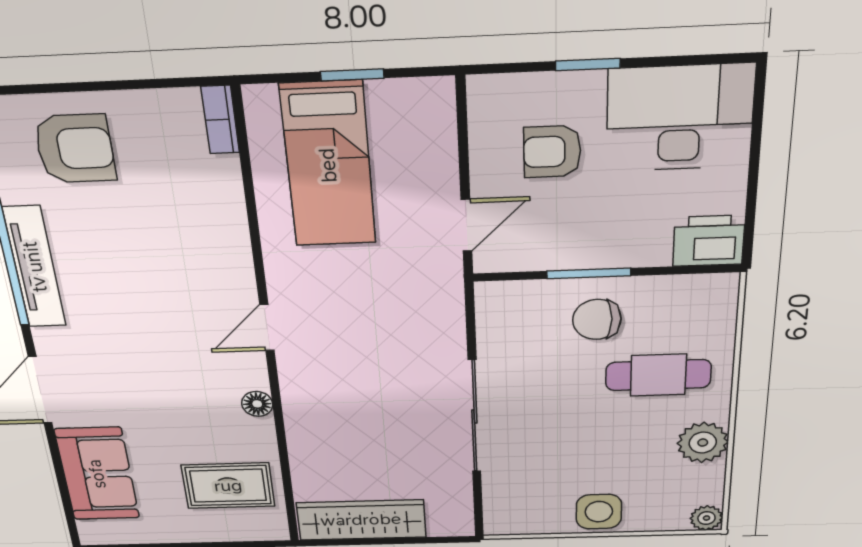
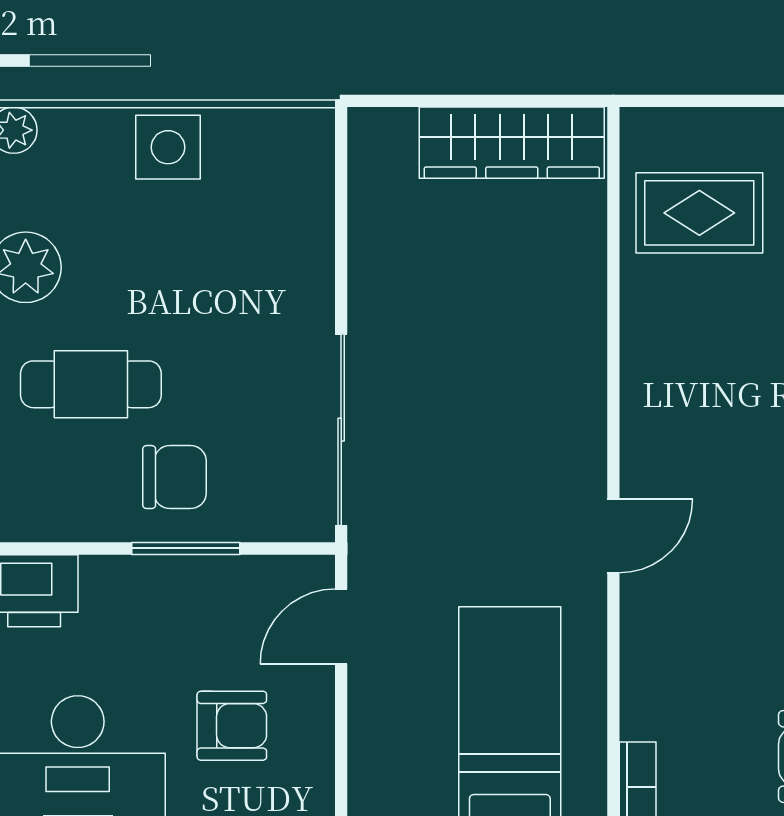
door: (267, 328) -> (613, 536), moved
floor lamp: (257, 404) -> (641, 356), removed
sliding door: (474, 417) -> (341, 430), moved

